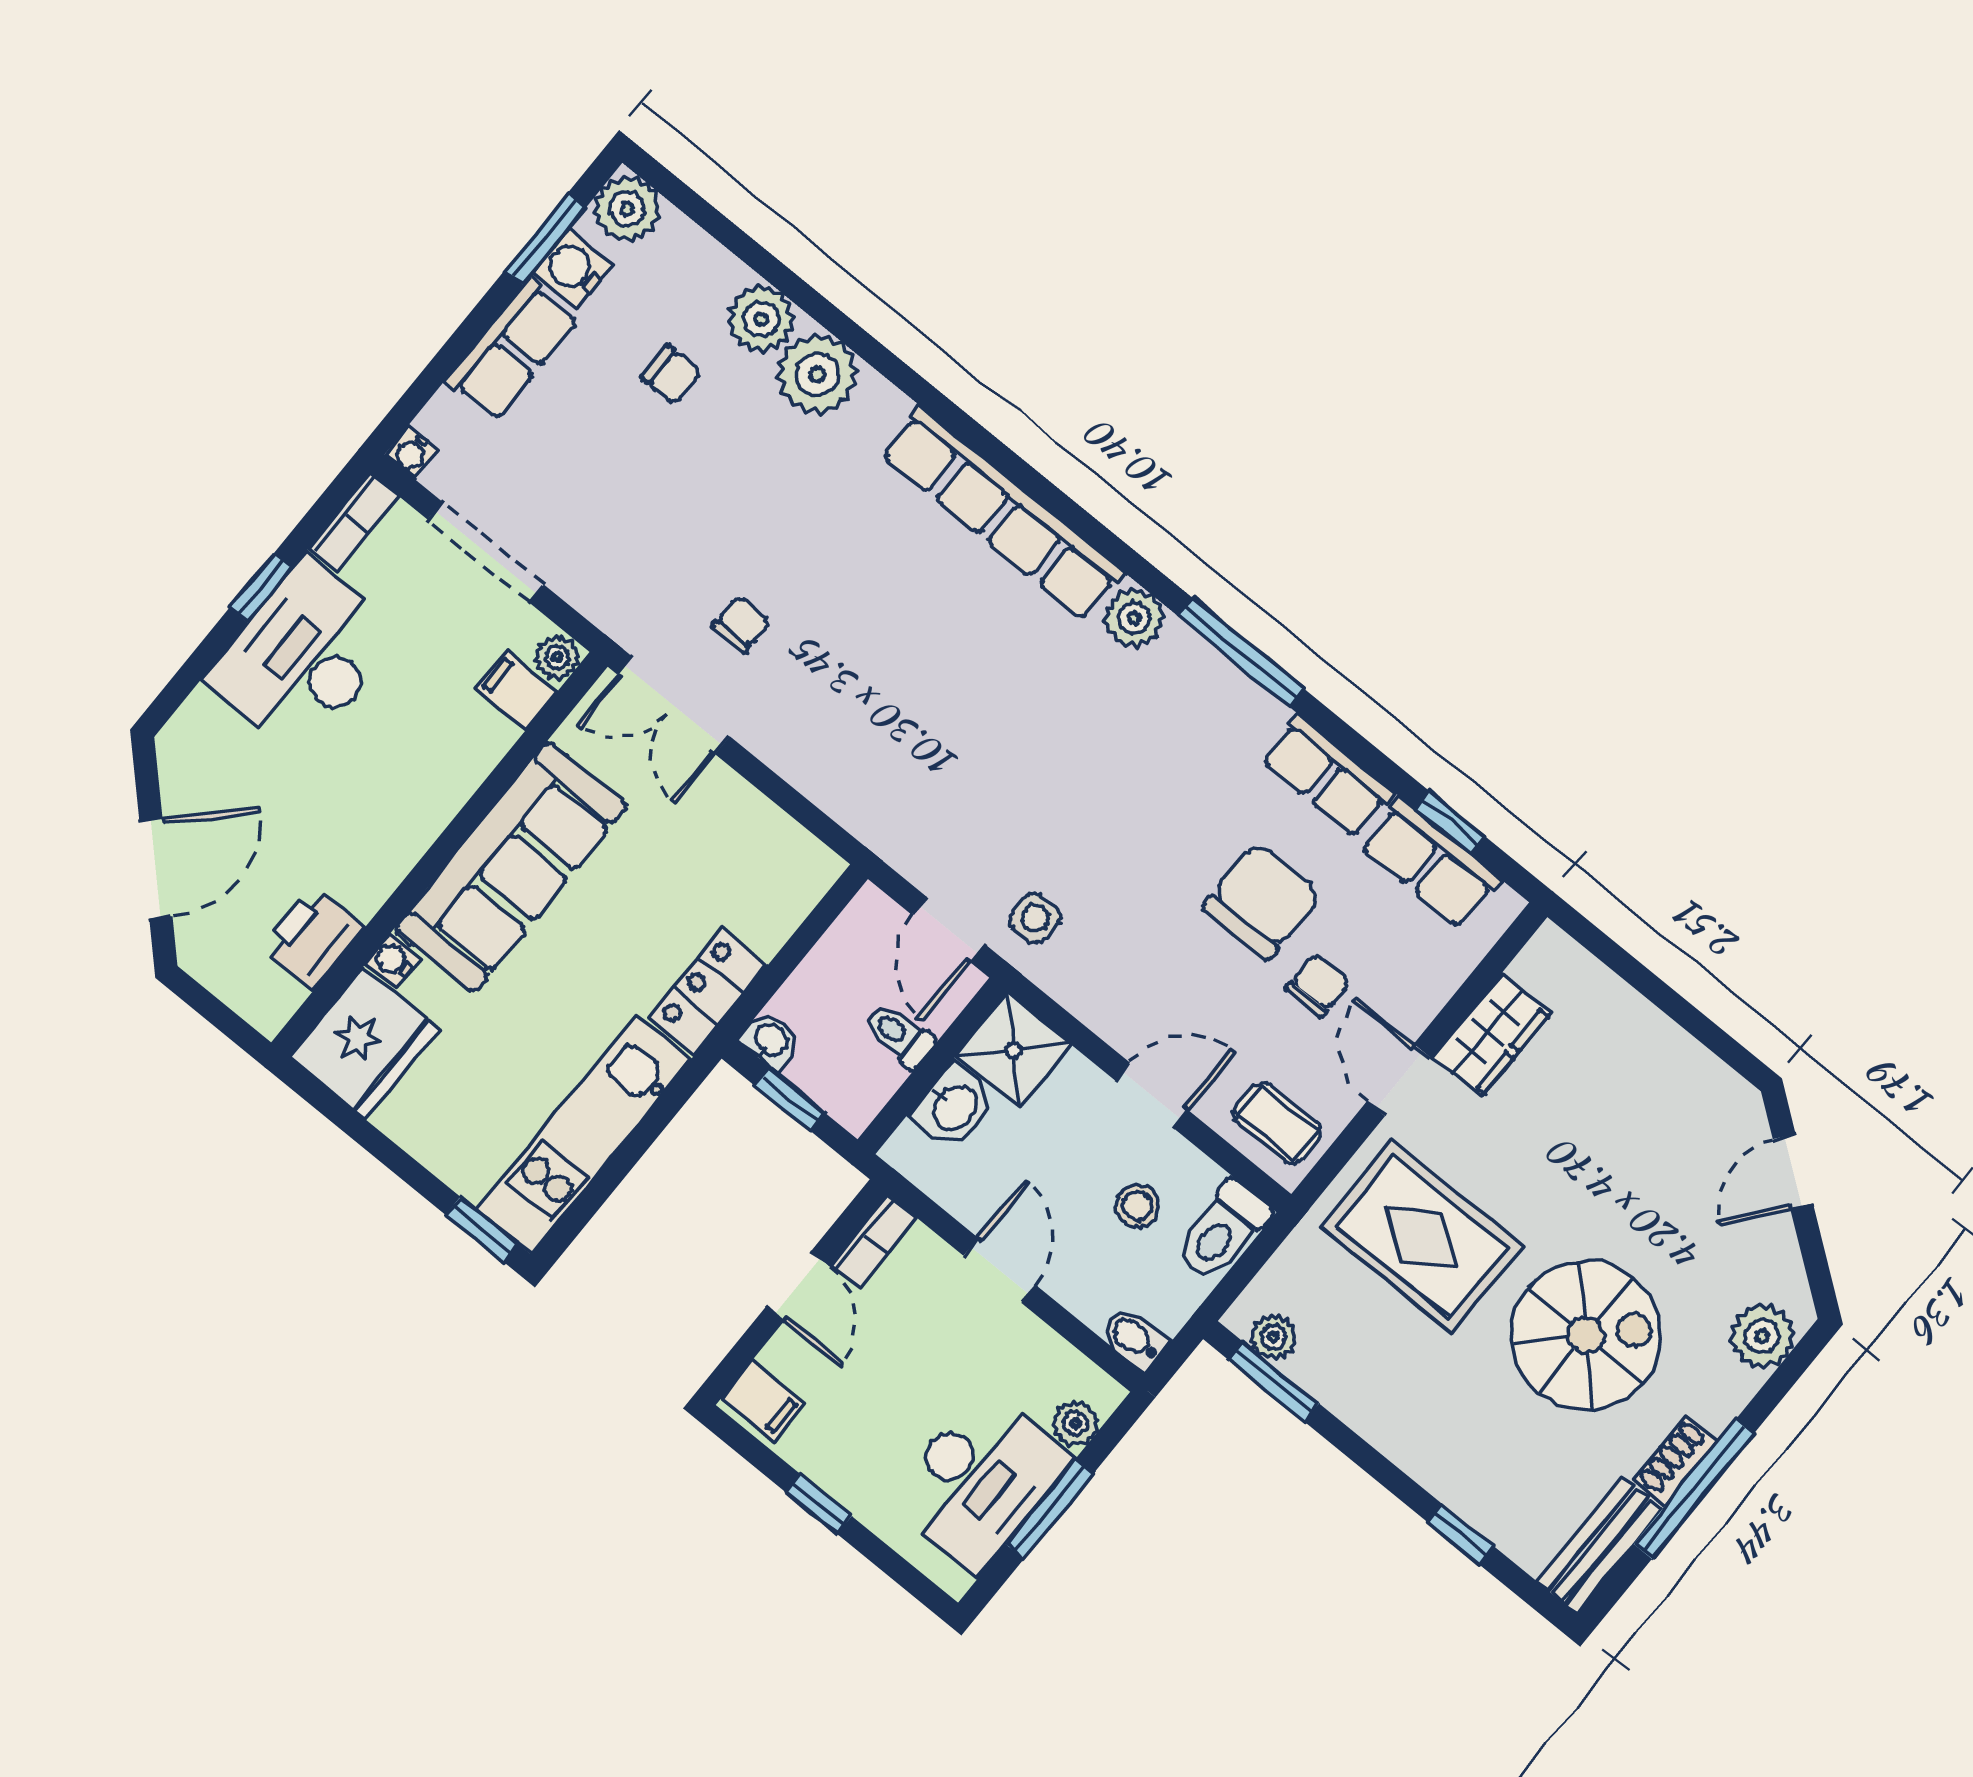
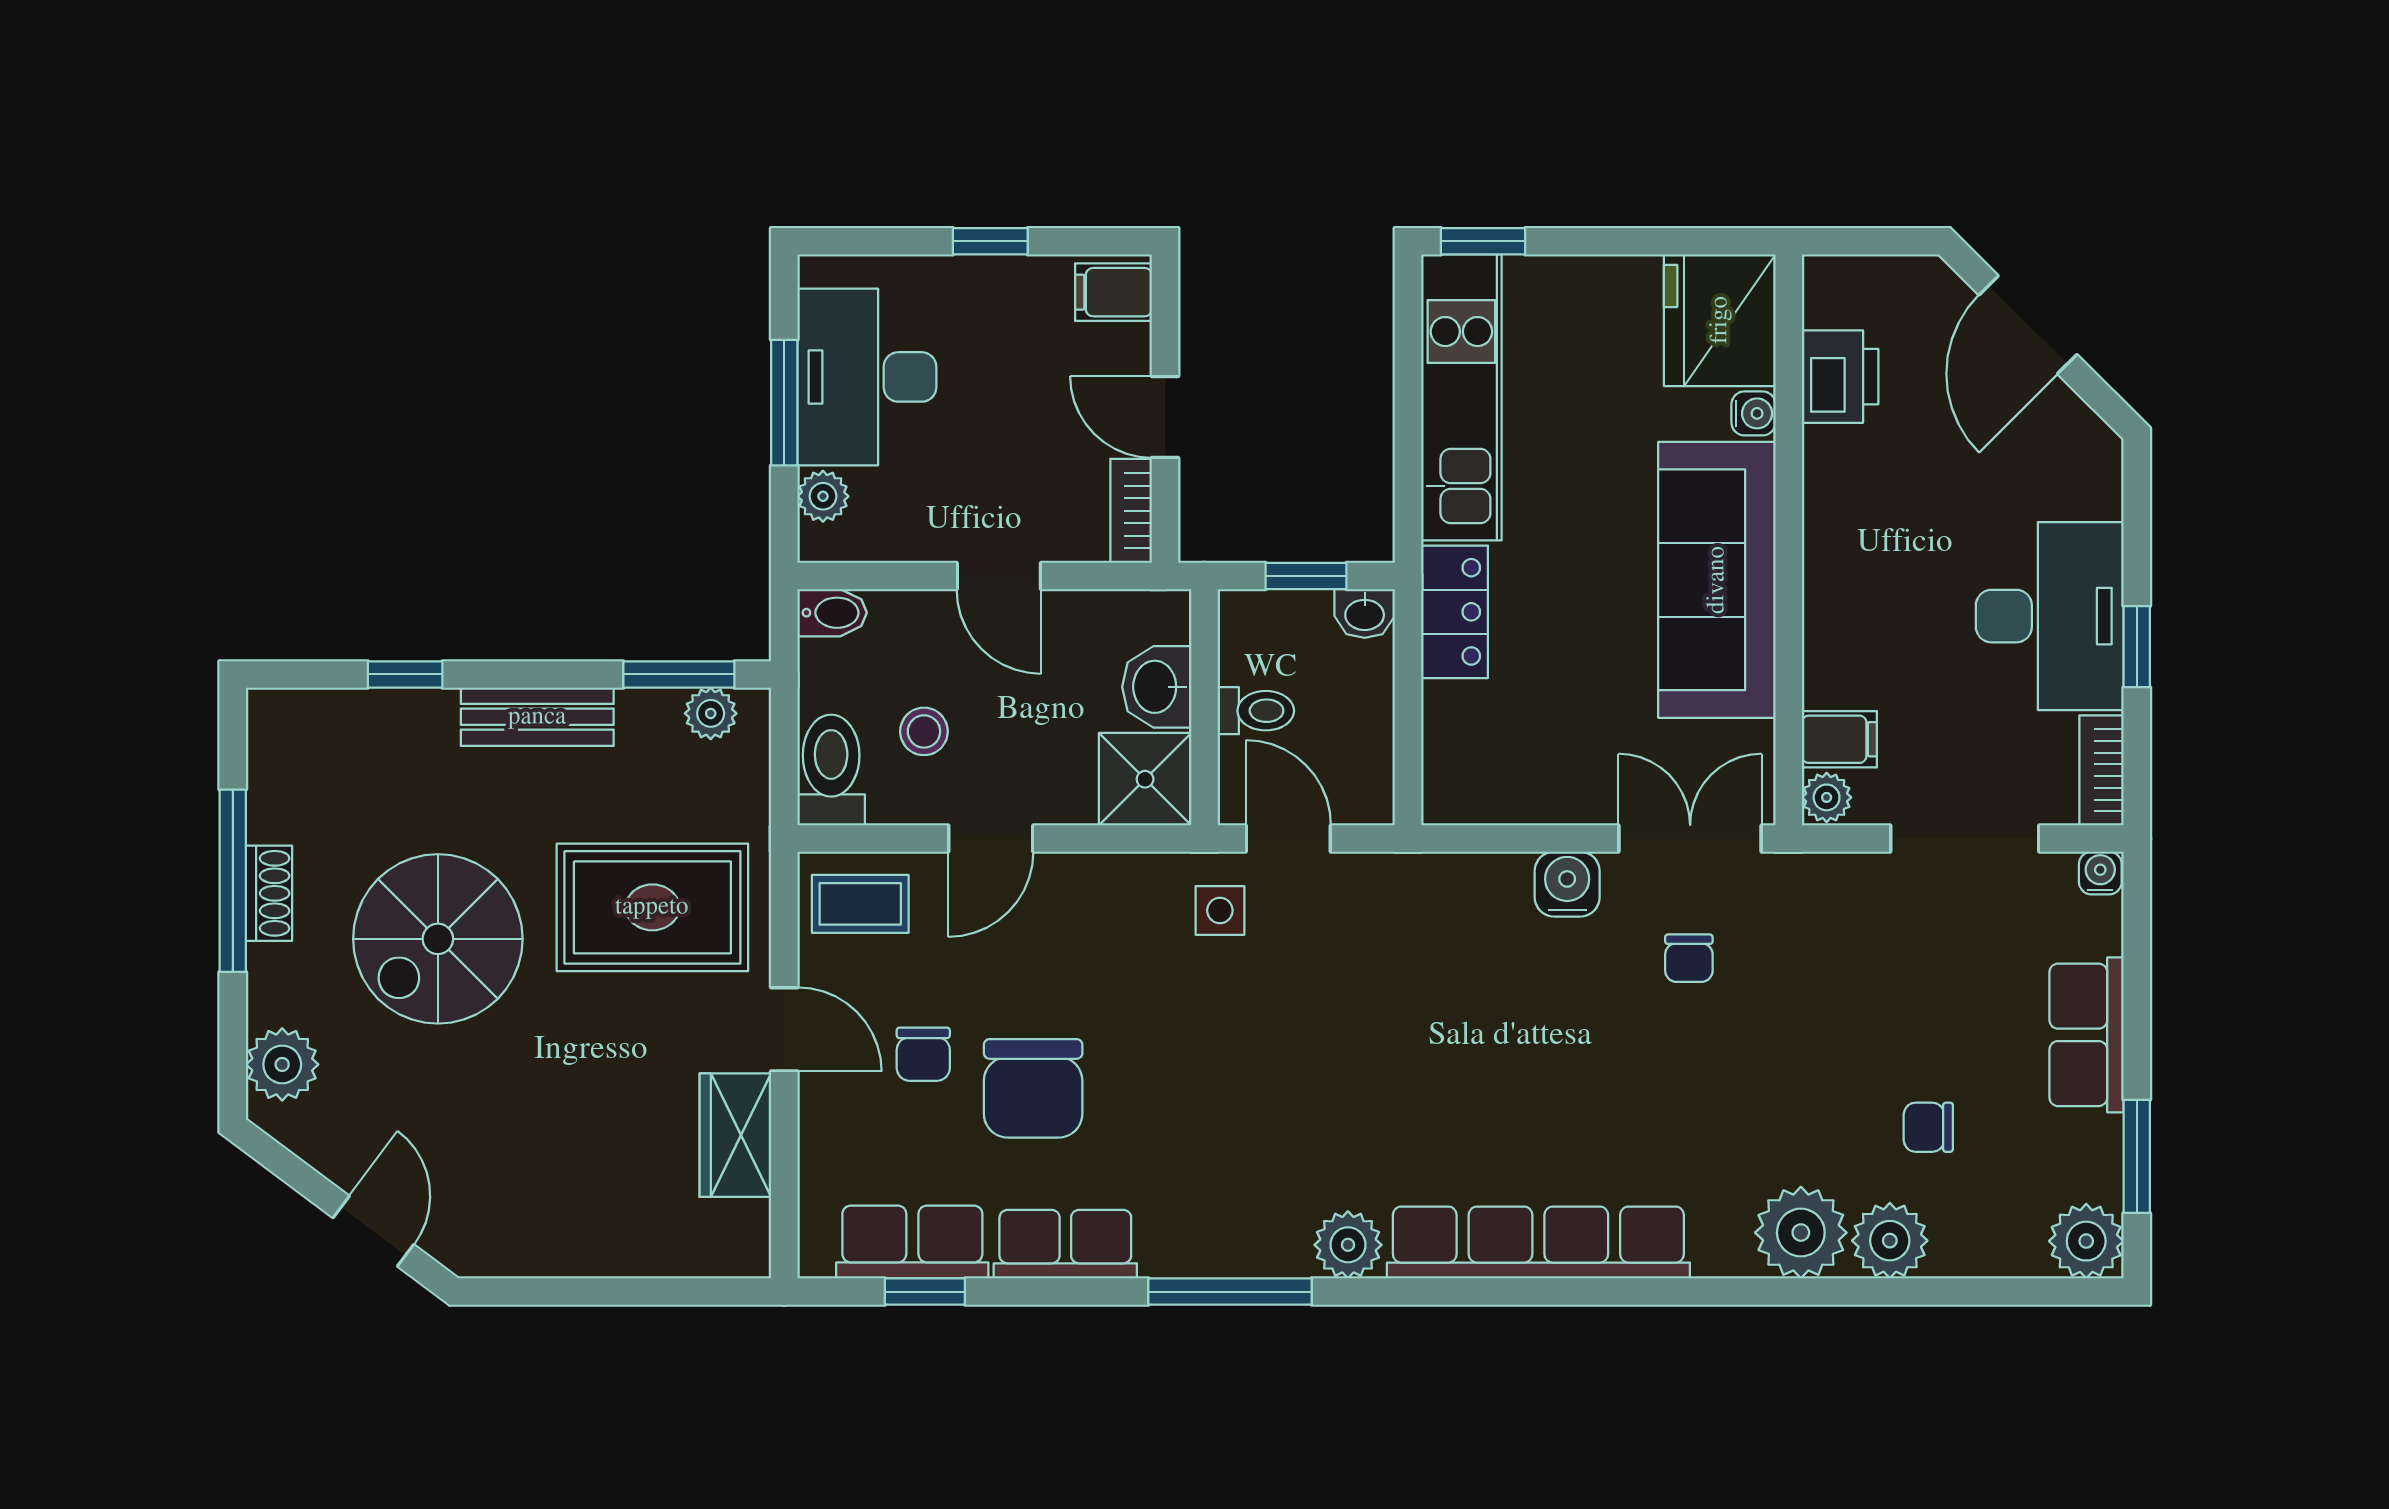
water cooler: (573, 269) -> (1567, 884), moved, turned -90
bench: (1600, 1545) -> (537, 717), moved, turned 90

